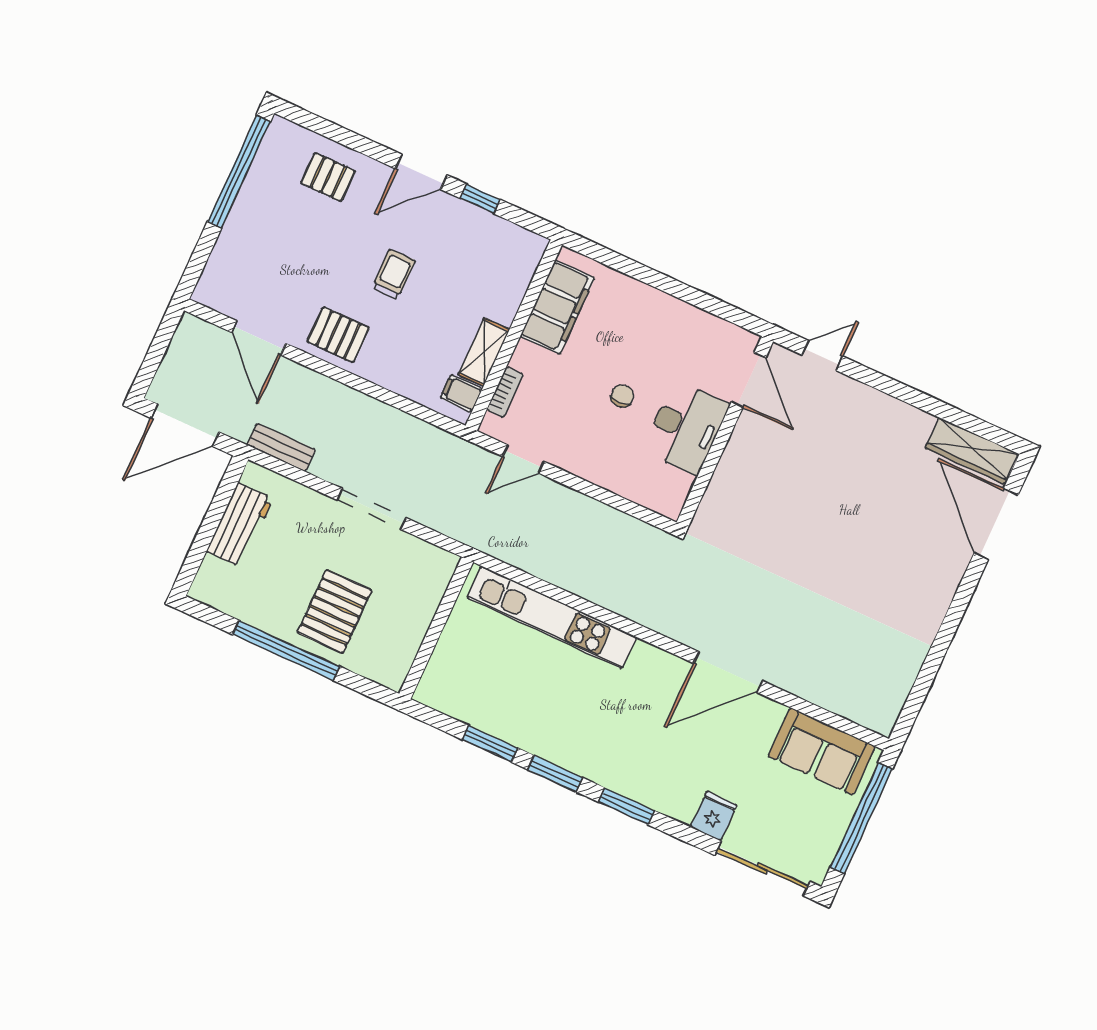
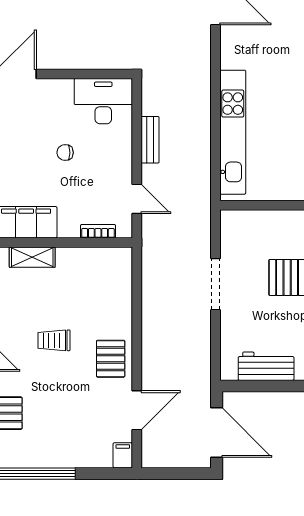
shelving: (484, 352) -> (32, 257), moved
filing cabinet: (461, 393) -> (123, 455), moved, turned 180
desk: (686, 428) -> (103, 101), moved
bench: (281, 447) -> (150, 140), moved

